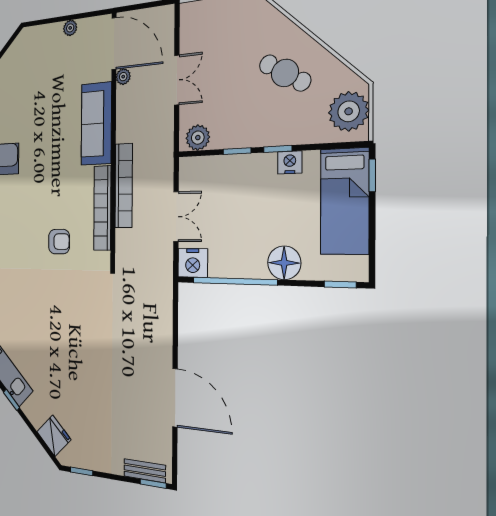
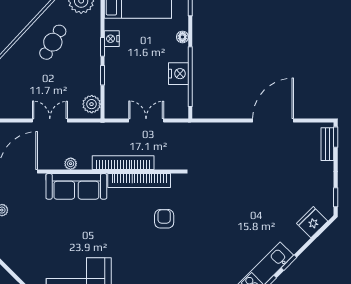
plant: (123, 77) -> (71, 164), moved
nightstand: (193, 263) -> (178, 74), moved
floor lamp: (284, 263) -> (182, 37), width x0.53, depth x0.53

